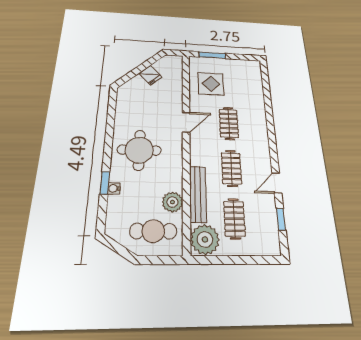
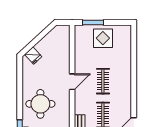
fridge: (150, 75) -> (33, 55), moved
display table: (211, 84) -> (103, 38), moved

